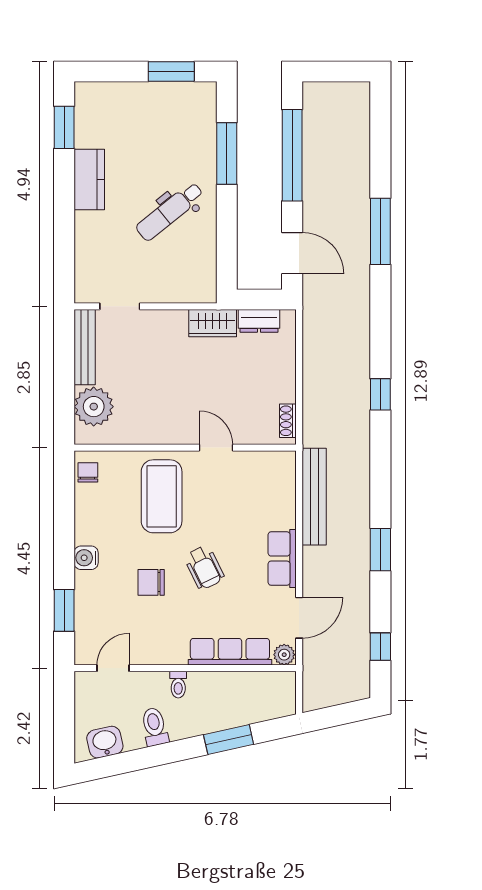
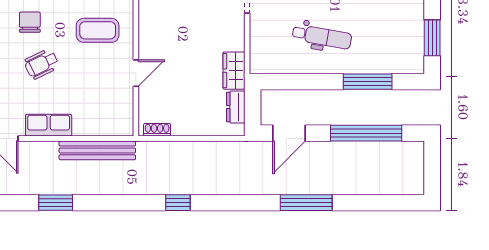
dental chair: (170, 211) -> (322, 37), turned 139
coffee table: (162, 496) -> (98, 30), width x0.73, depth x0.76

